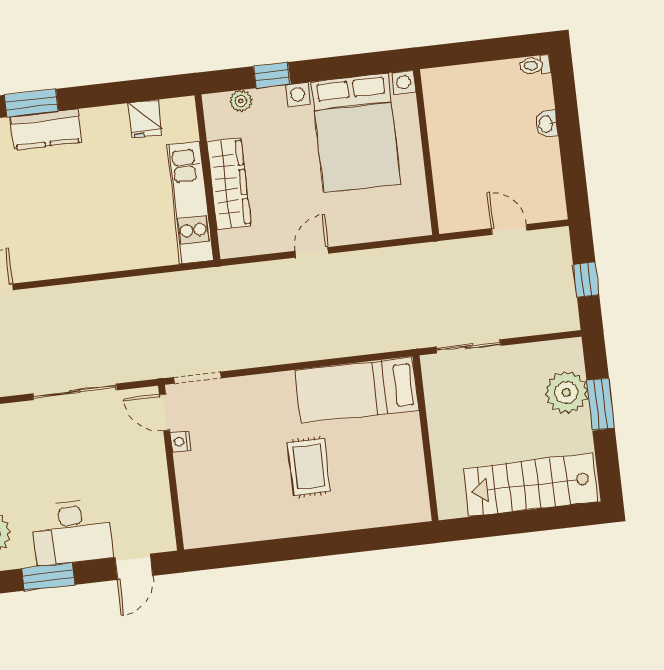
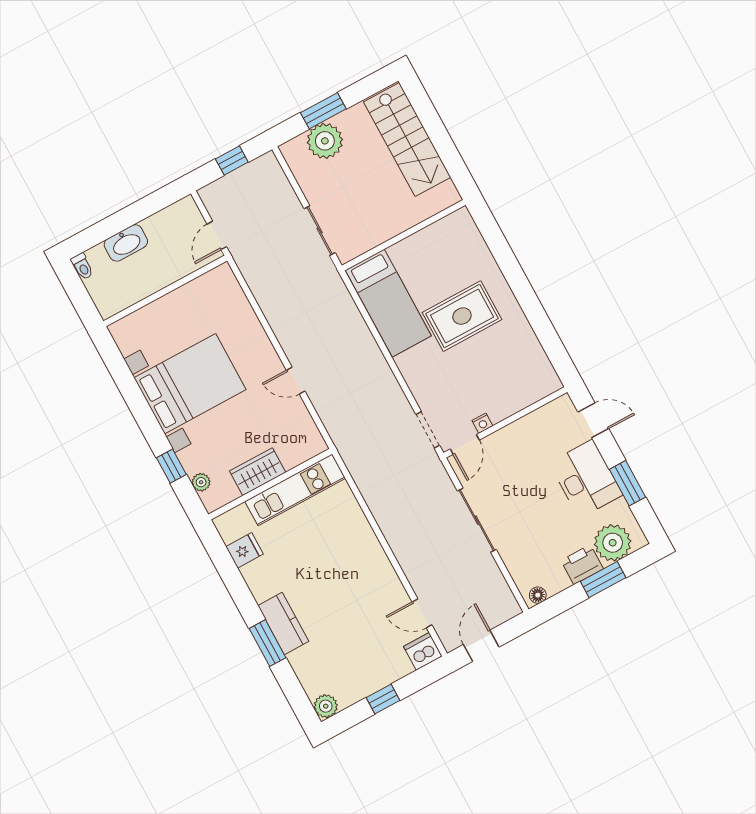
washbasin: (546, 124) -> (126, 243), width x1.91, depth x1.45
wall: (426, 152) -> (165, 291), moved
wardrobe: (229, 184) -> (258, 472), width x0.67
rug: (309, 467) -> (462, 316), width x1.36, depth x1.43

